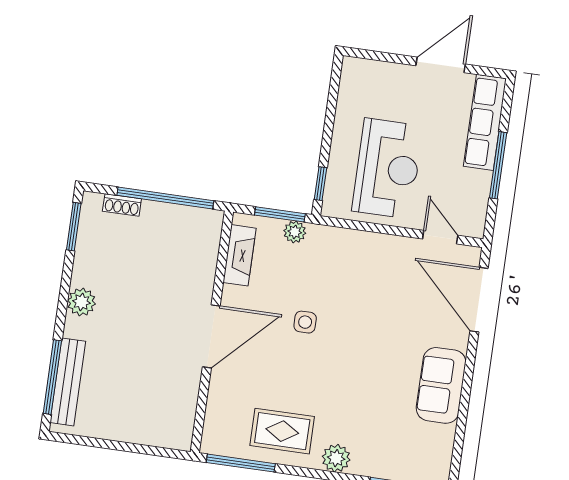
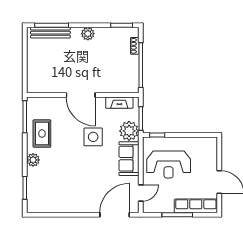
plant: (295, 232) -> (129, 131), width x1.88, depth x1.88
side table: (305, 322) -> (93, 137), width x1.87, depth x1.87
sofa: (441, 385) -> (129, 159), moved, turned -90

